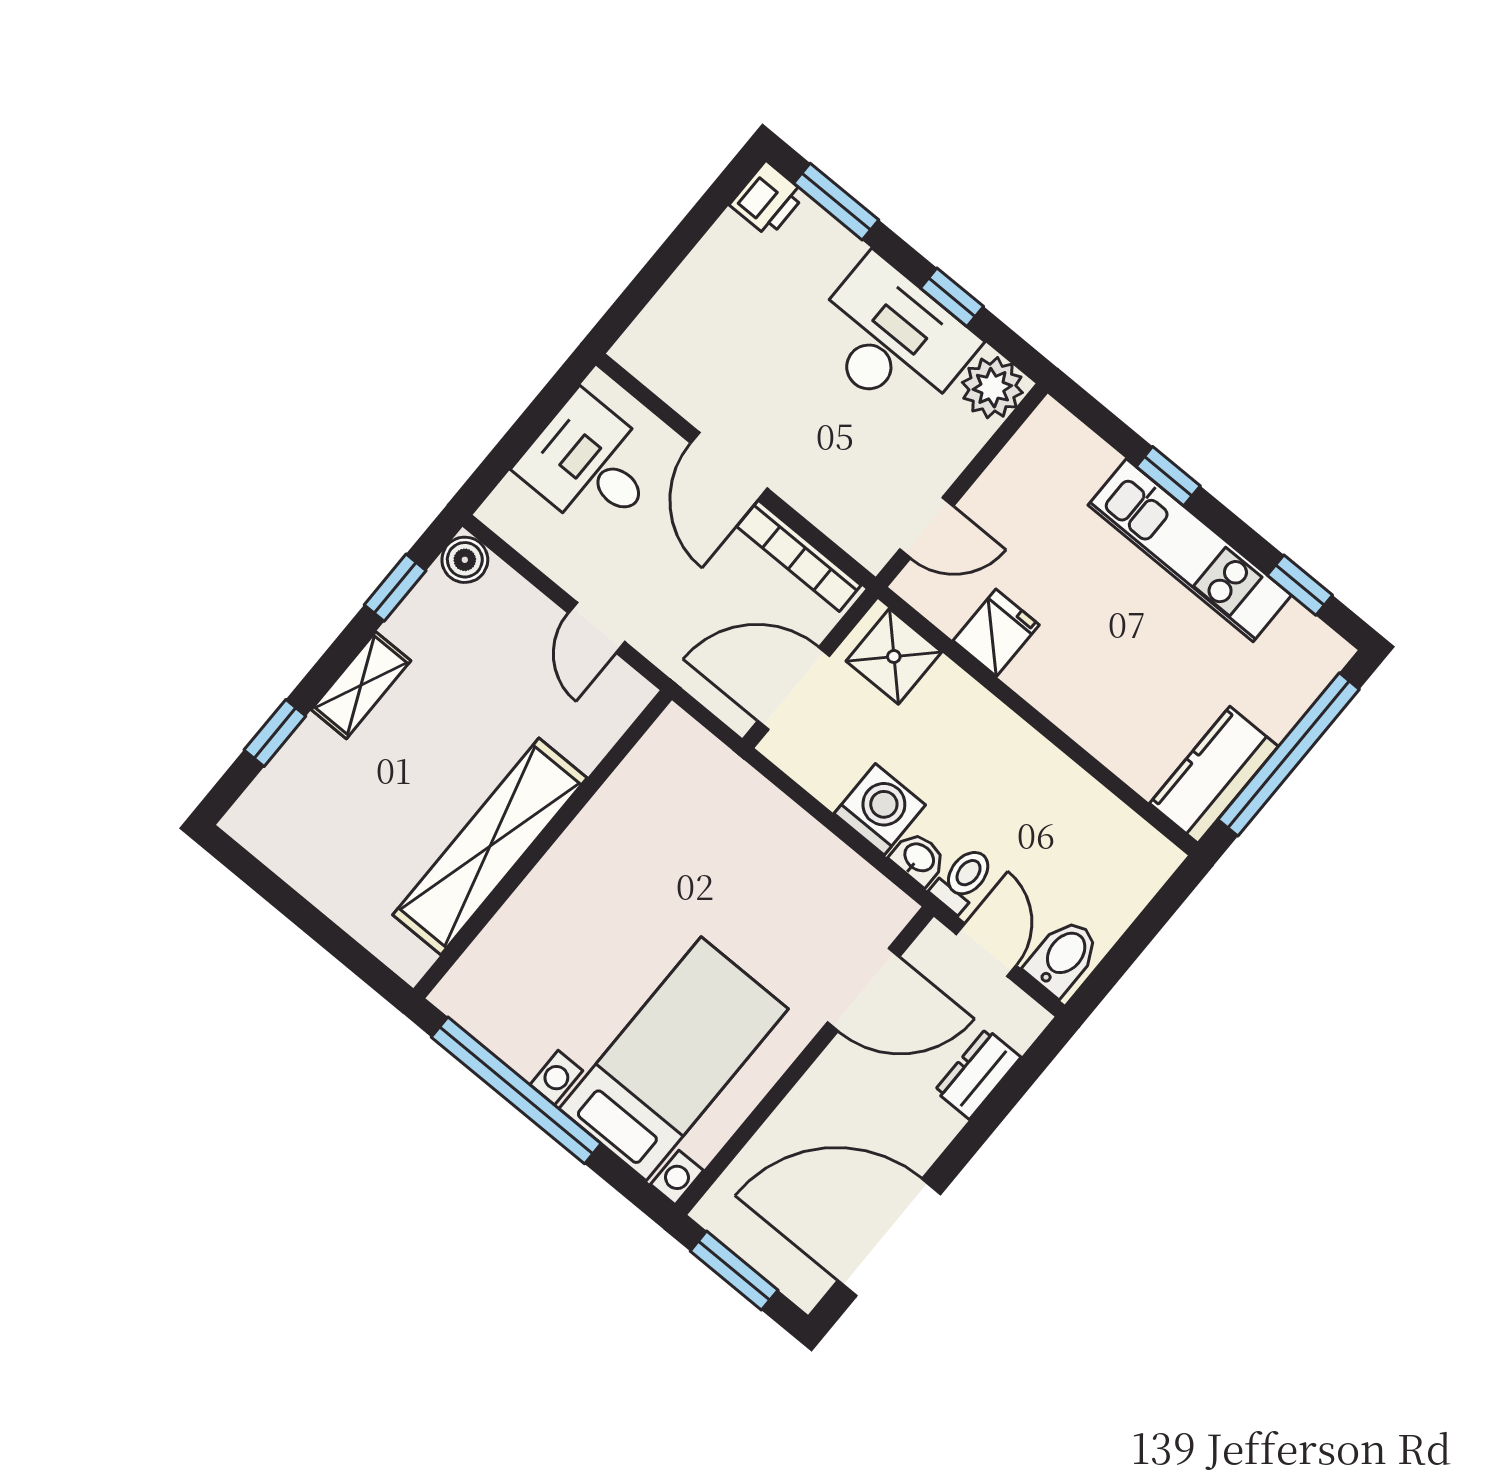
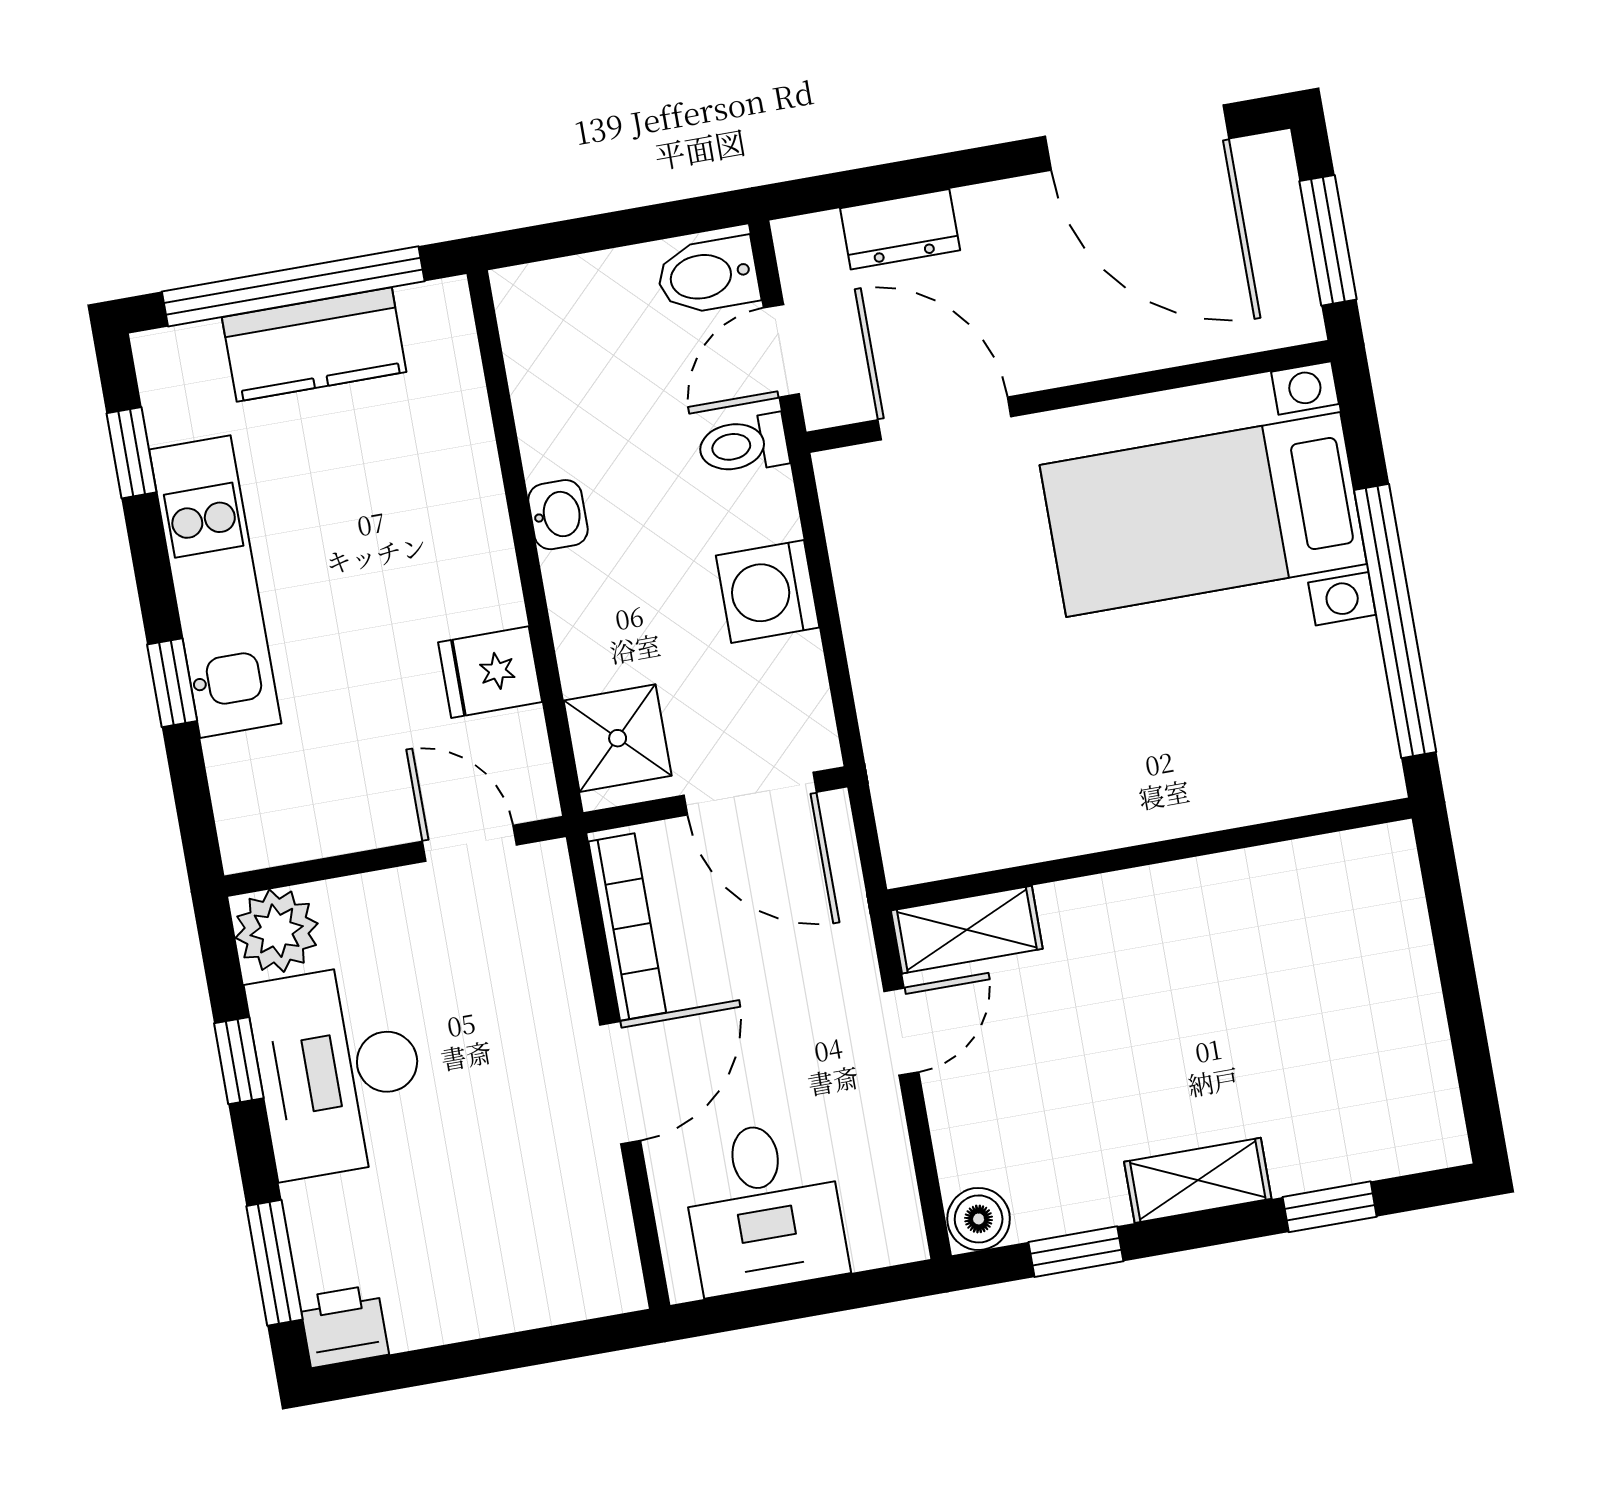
kitchen counter: (1214, 775) -> (314, 345), moved
shelving: (490, 846) -> (967, 930), moved, width x0.45, depth x0.75
washbasin: (918, 858) -> (558, 515), moved, turned 180

